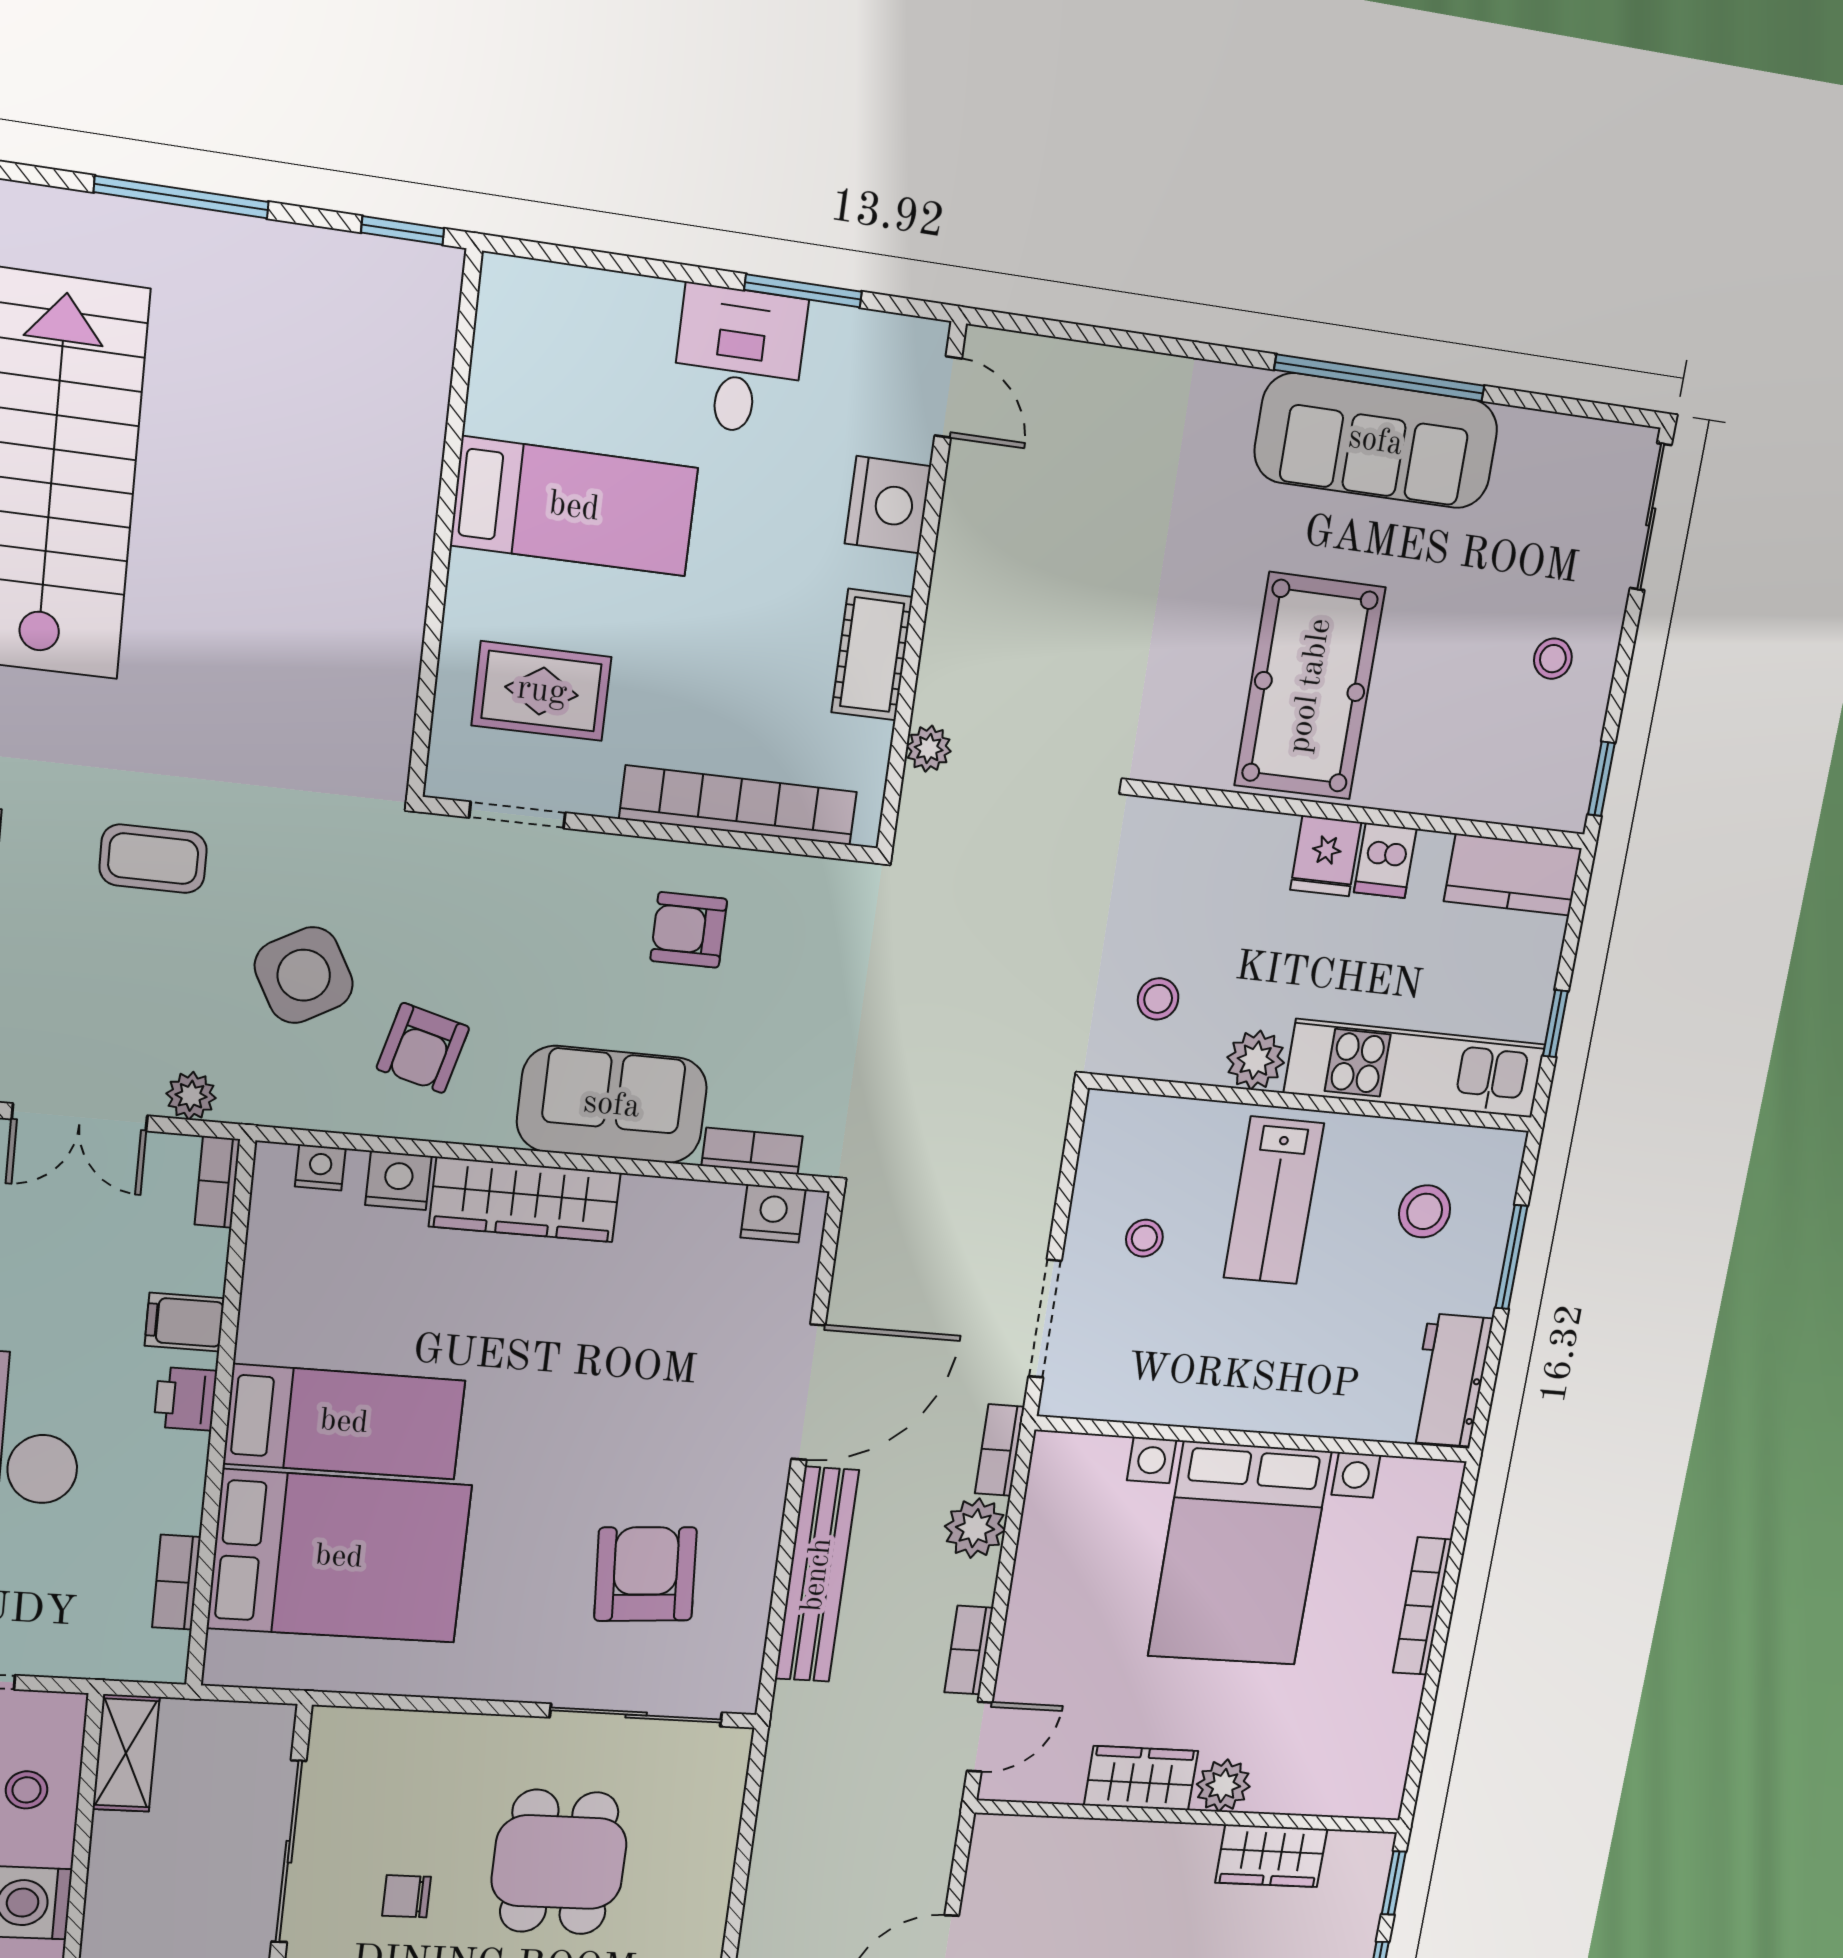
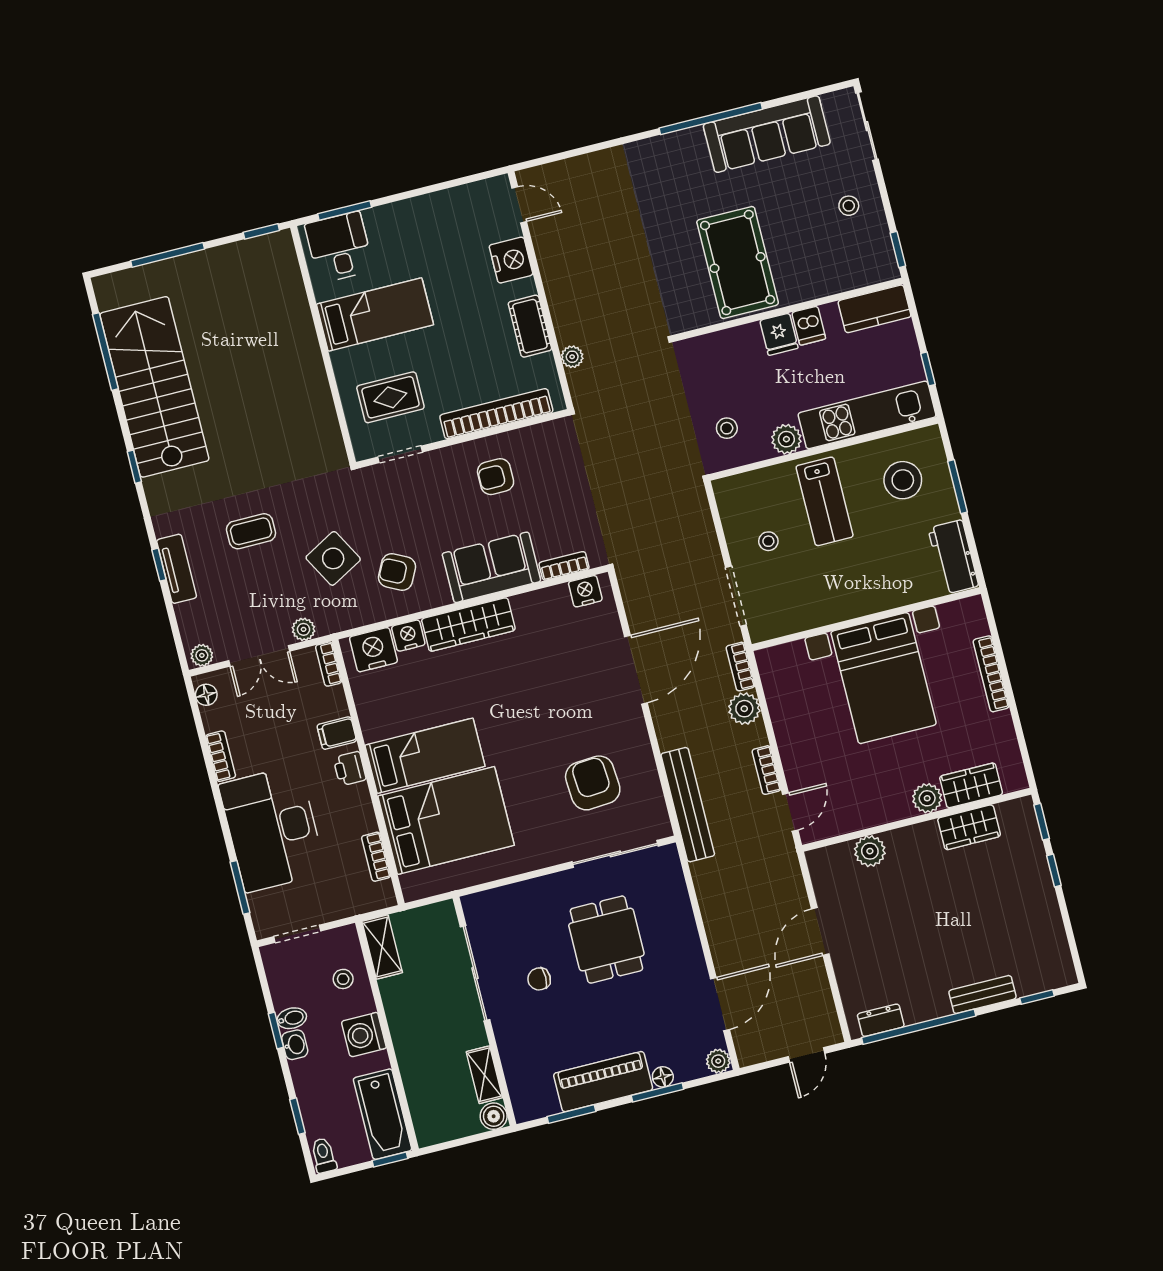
window: (803, 291) -> (345, 210), moved
desk: (739, 361) -> (339, 247), moved
sofa: (1376, 441) -> (767, 134), moved
armchair: (423, 1048) -> (397, 572), turned 102
nightstand: (320, 1168) -> (373, 650), width x1.89, depth x1.79
stool: (1425, 1211) -> (903, 480), width x1.38, depth x1.38
bench: (817, 1575) -> (688, 805), moved
wardrobe: (1141, 1778) -> (971, 785), moved
plant: (1088, 1846) -> (870, 851), added

